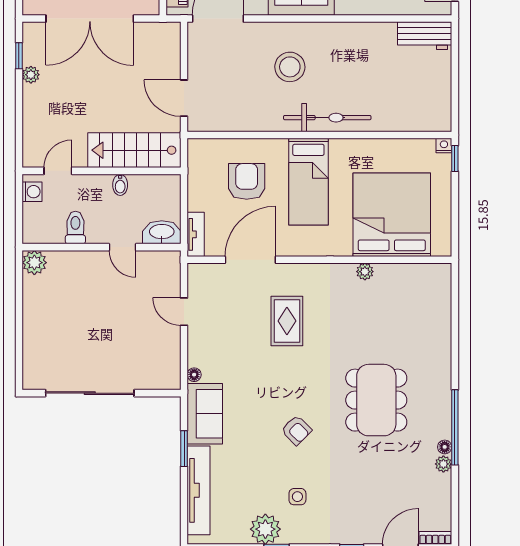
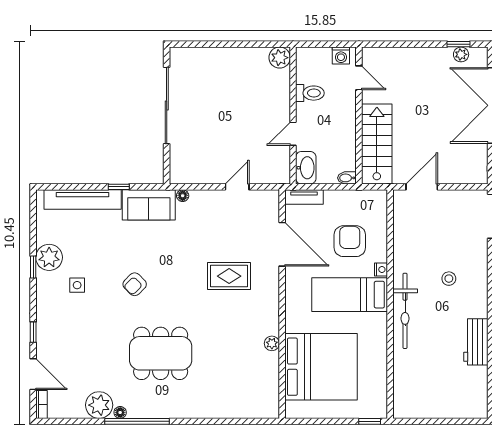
workbench: (425, 36) -> (476, 342), moved
stool: (290, 67) -> (449, 279), width x0.53, depth x0.53
plant: (31, 75) -> (461, 54), moved
nightstand: (444, 145) -> (381, 269), moved
armchair: (247, 181) -> (350, 241), turned -90
bidet: (120, 185) -> (347, 178), moved
window: (184, 449) -> (119, 187), width x0.67
plant: (443, 464) -> (99, 405), width x1.88, depth x1.88

